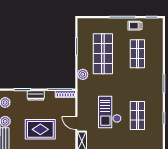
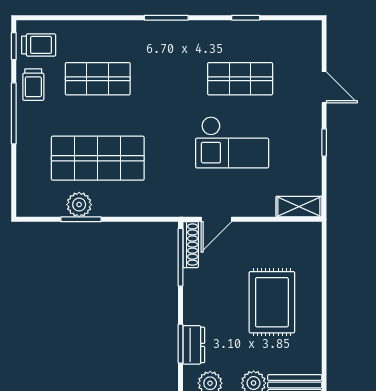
trolley: (152, 28) -> (39, 45), added
plant: (83, 74) -> (79, 205), moved
dresser: (36, 95) -> (194, 345), moved
door: (76, 123) -> (216, 219), moved

